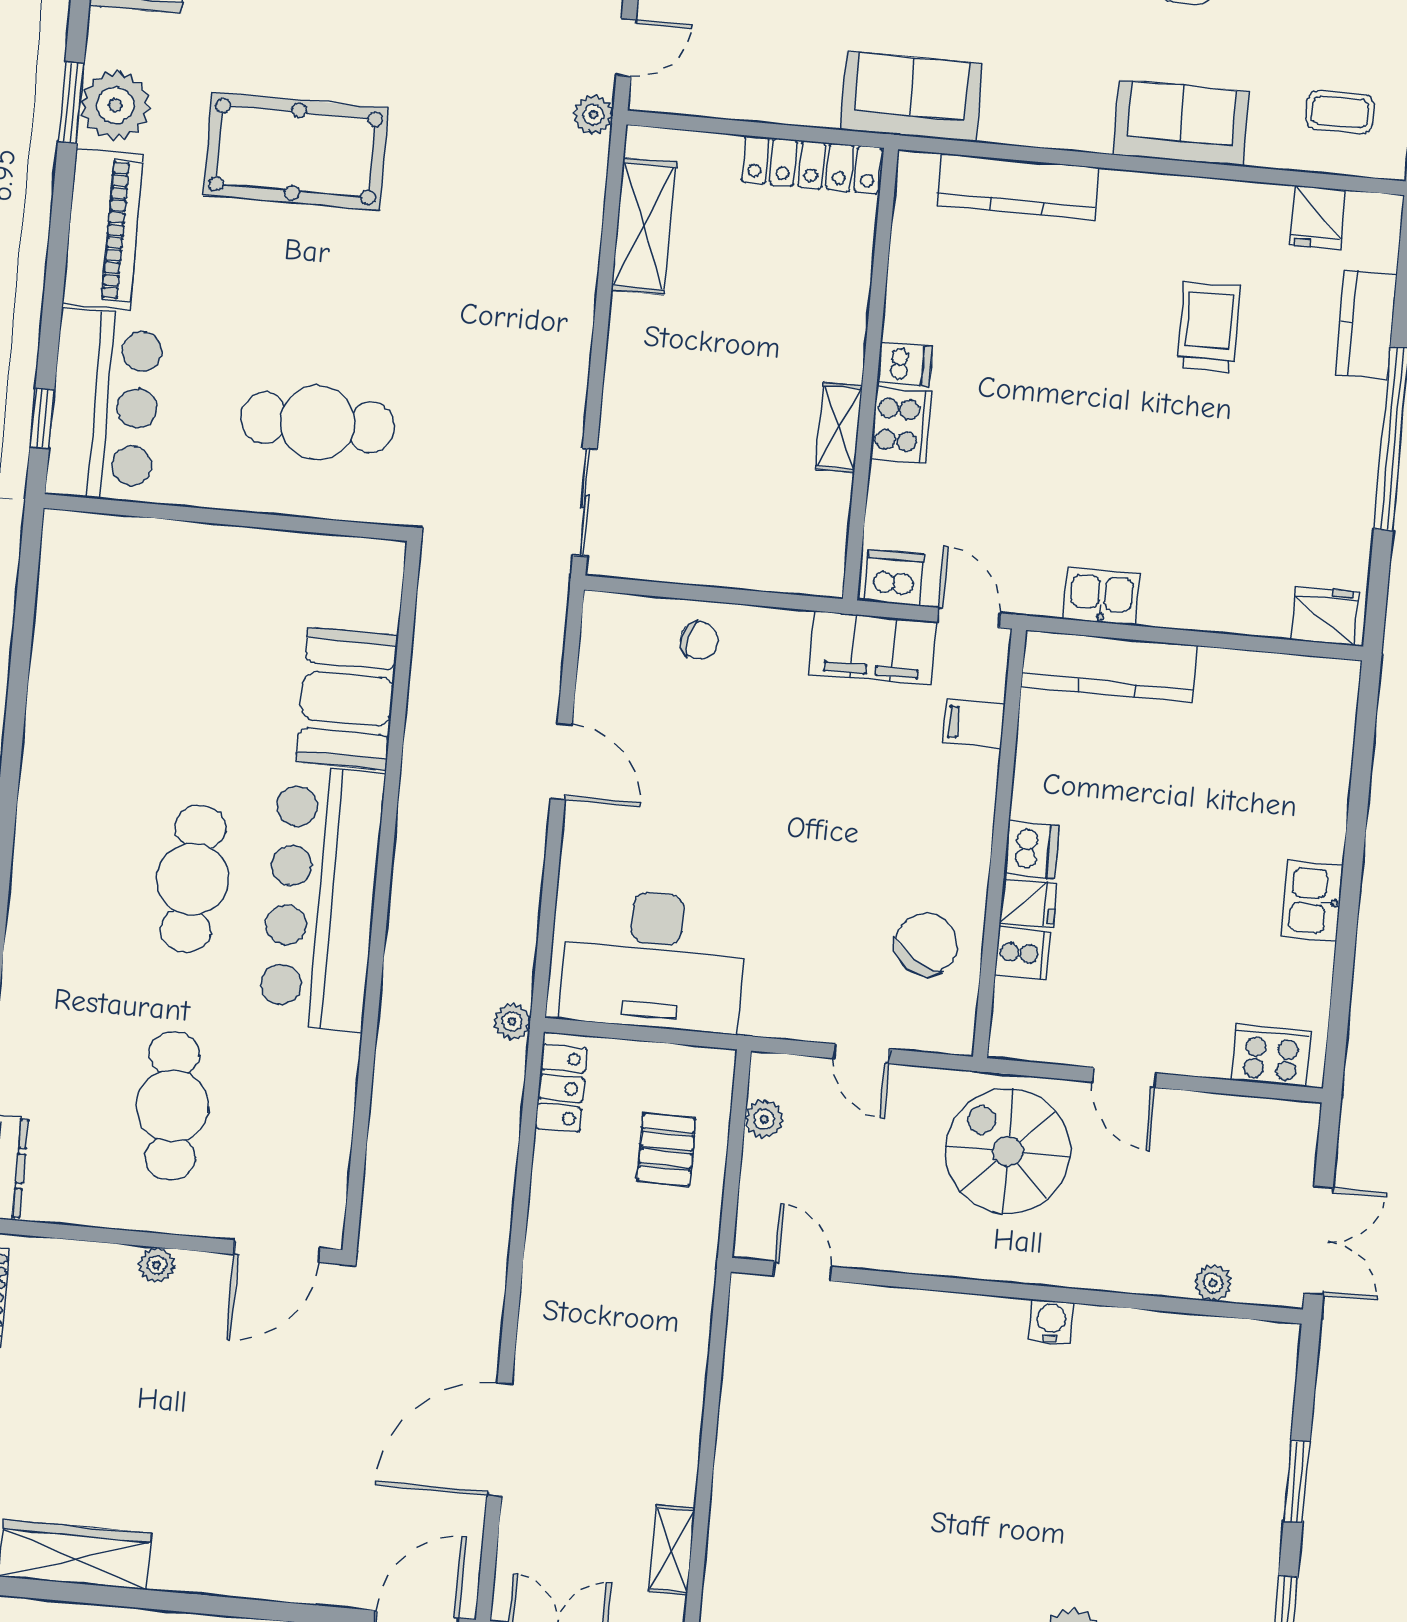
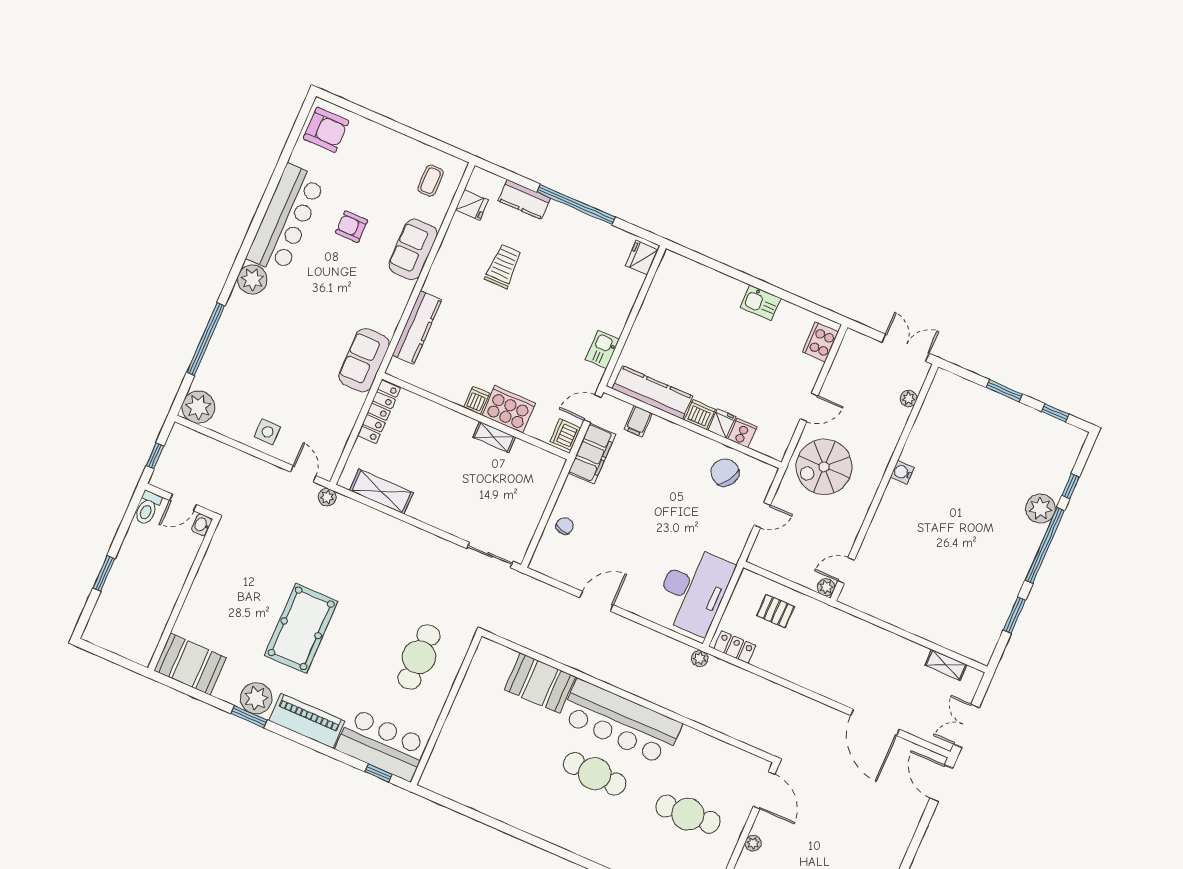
trolley: (1209, 327) -> (503, 266), turned 90
cooker: (901, 425) -> (509, 409), width x1.37, depth x1.31
kitchen counter: (1109, 666) -> (652, 392), moved, turned -90
plant: (764, 1119) -> (826, 587), moved

